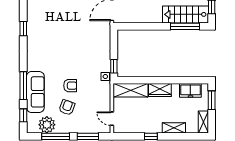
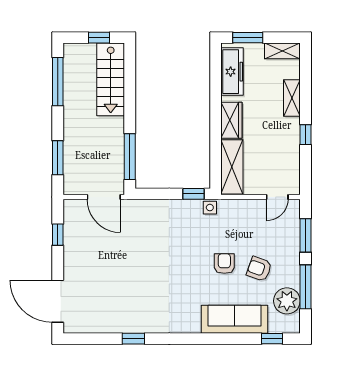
window: (185, 26) -> (130, 157), moved
window: (23, 86) -> (224, 339), removed
freezer: (190, 90) -> (232, 72), width x1.40

